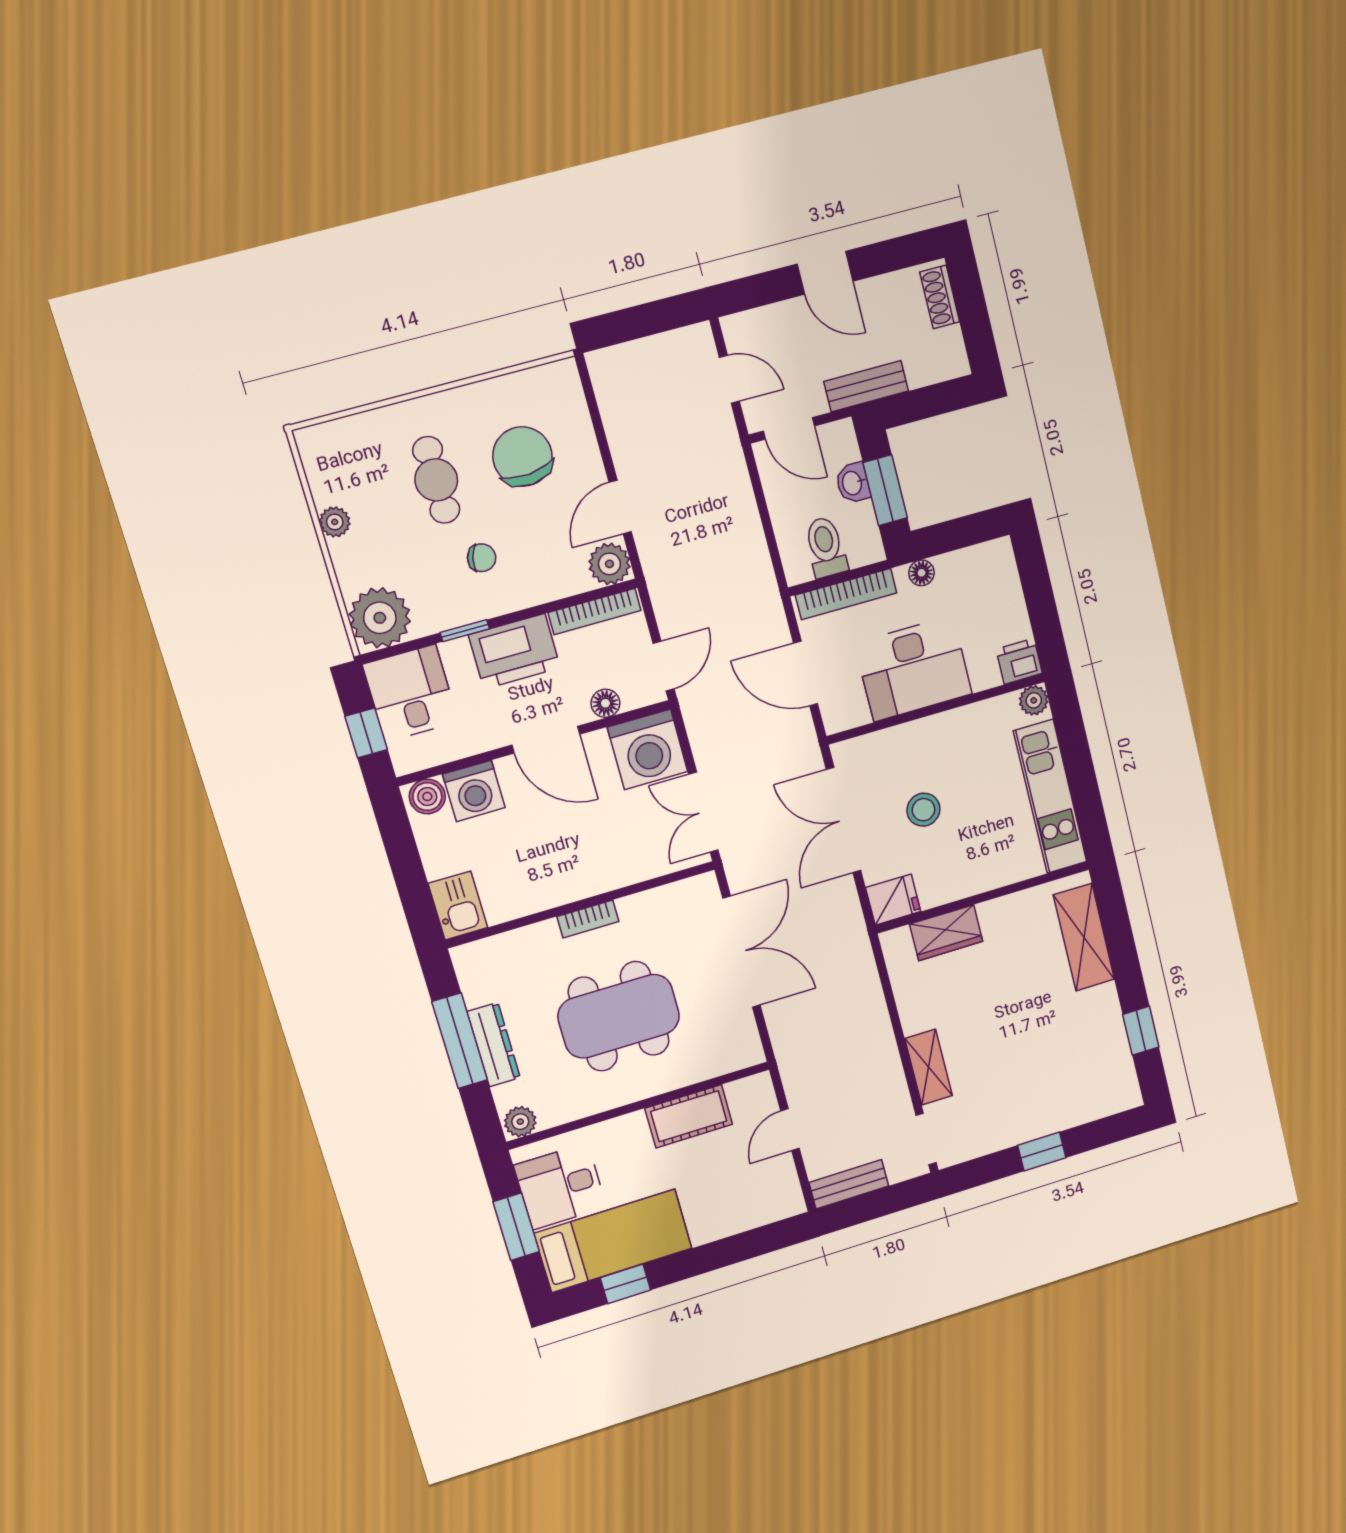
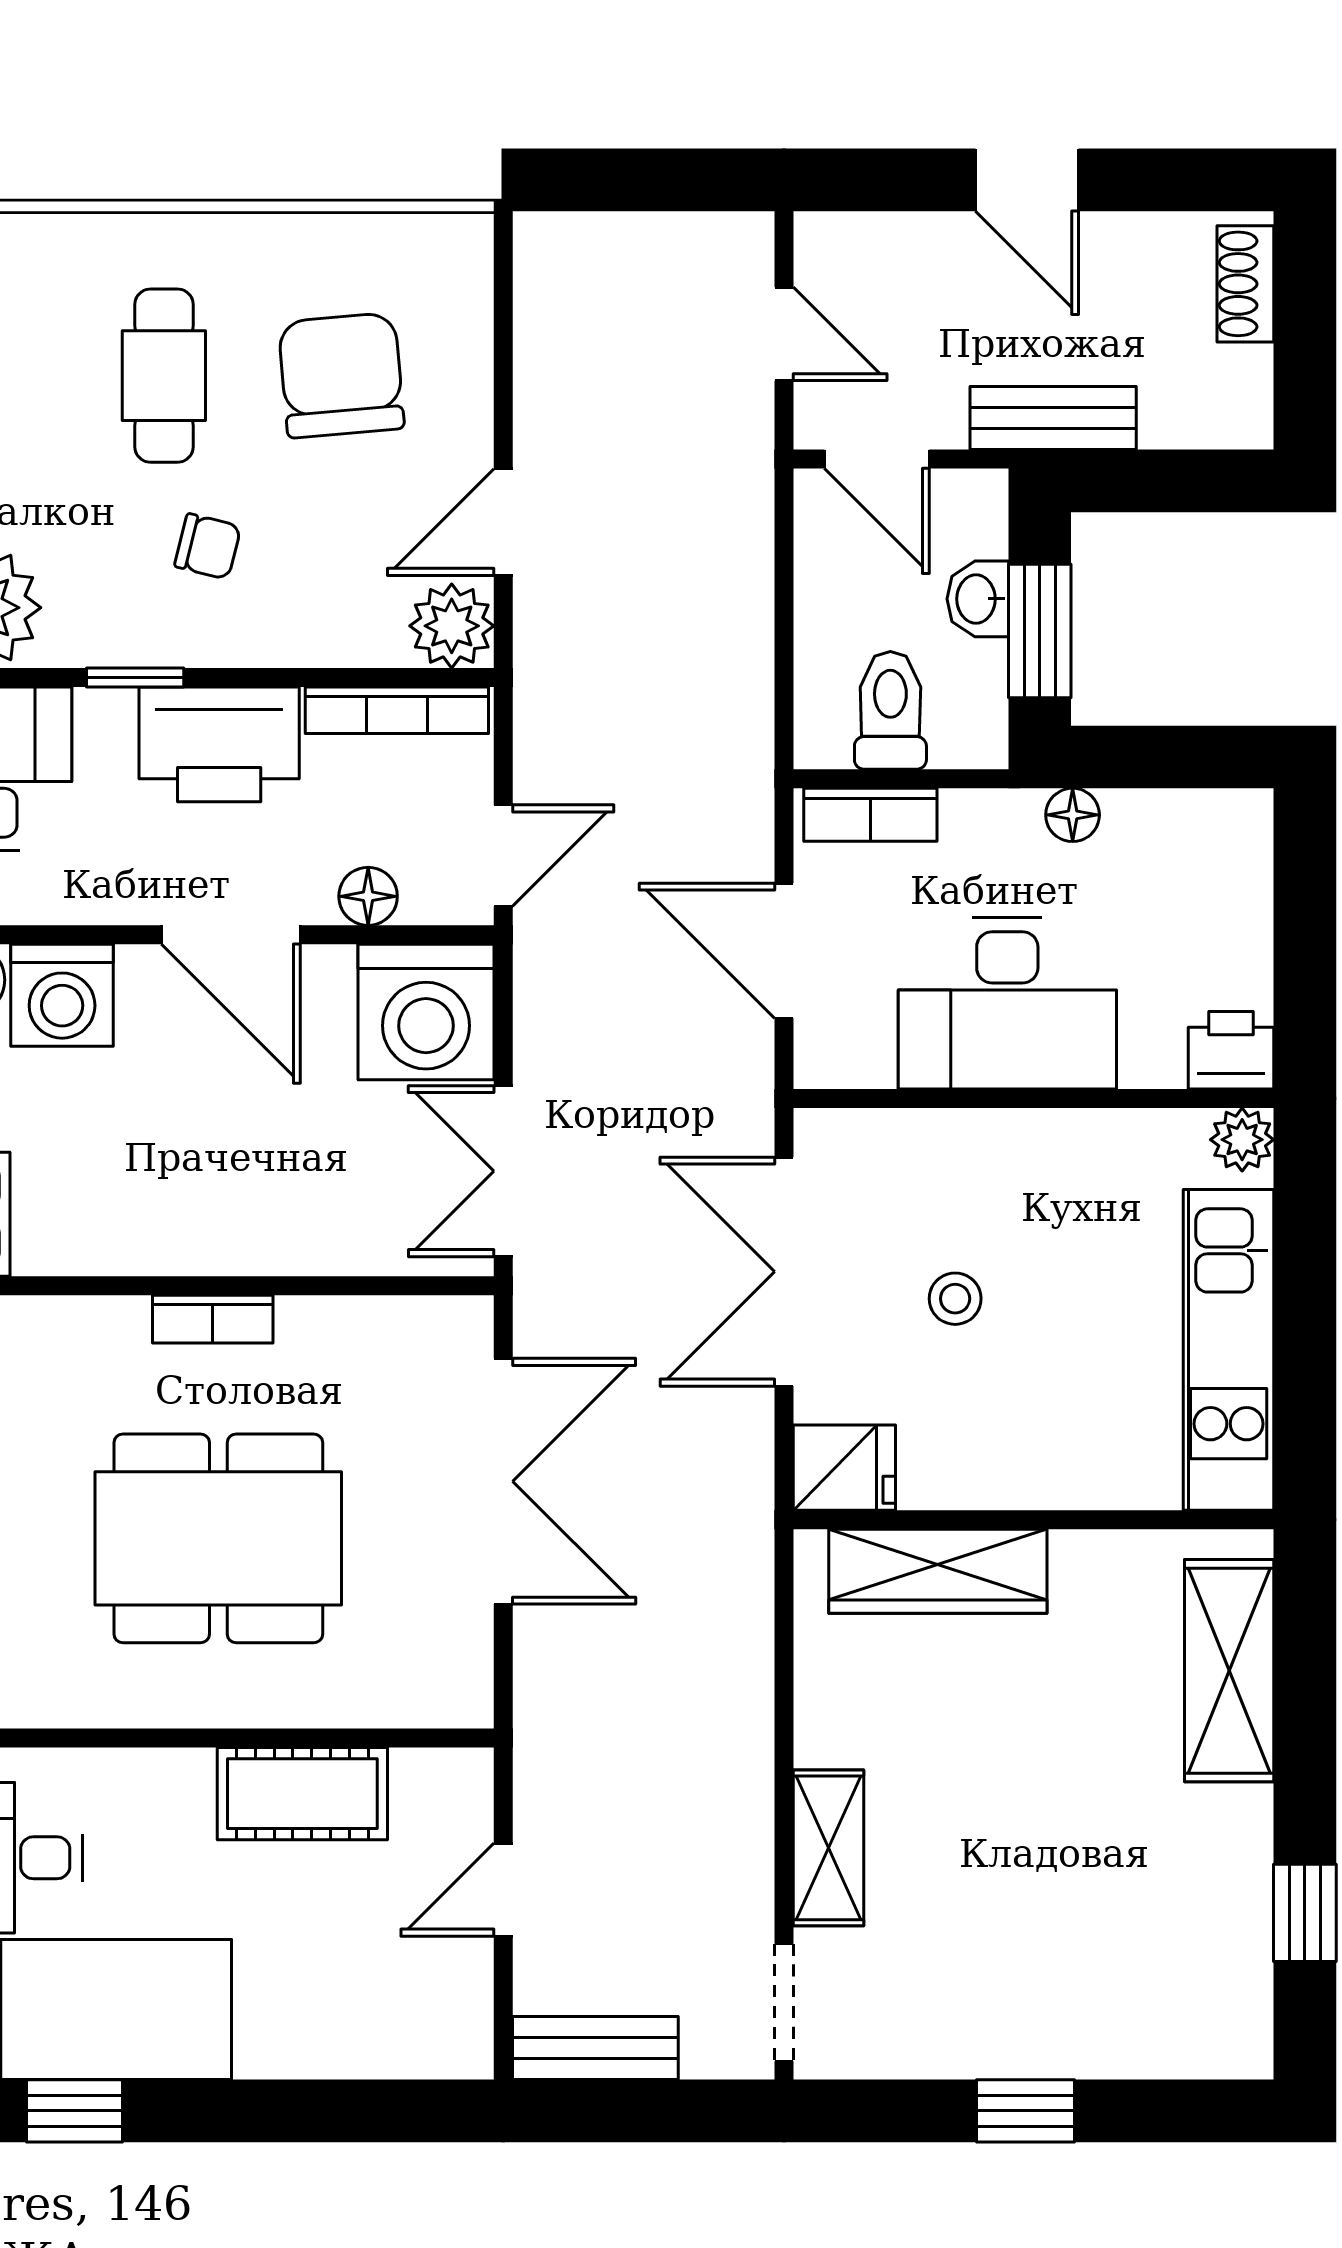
bookcase: (846, 594) -> (870, 815), width x0.64
stool: (923, 810) -> (955, 1299), width x0.73, depth x0.73
wardrobe: (946, 933) -> (938, 1571), width x1.50

